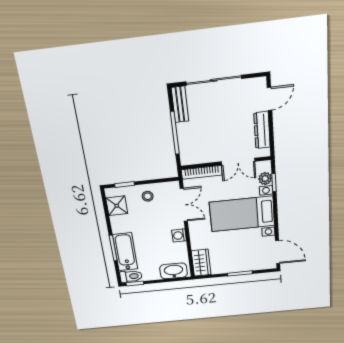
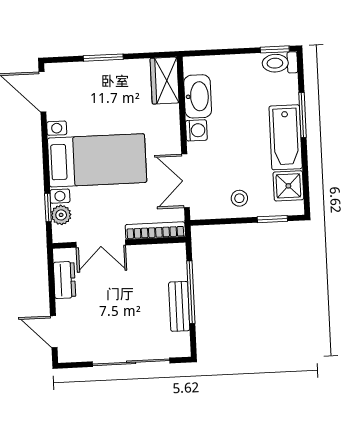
door: (270, 99) -> (54, 332), hinge flipped
bench: (180, 104) -> (179, 306), moved
dresser: (262, 130) -> (64, 280), width x0.70
double door: (238, 162) -> (101, 244), swing flipped
bathtub: (125, 252) -> (286, 137), moved
washbasin: (174, 271) -> (198, 96), moved, turned -90

